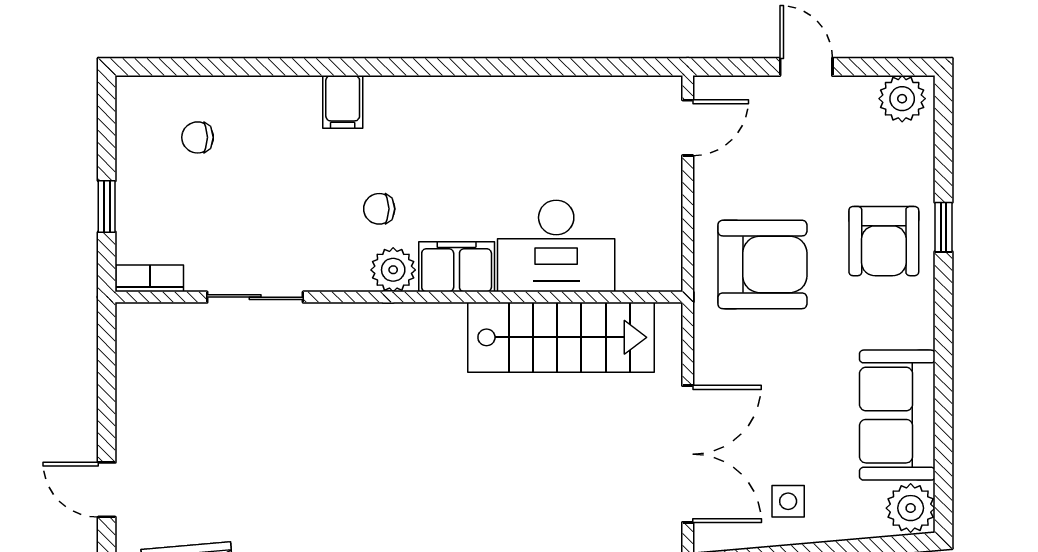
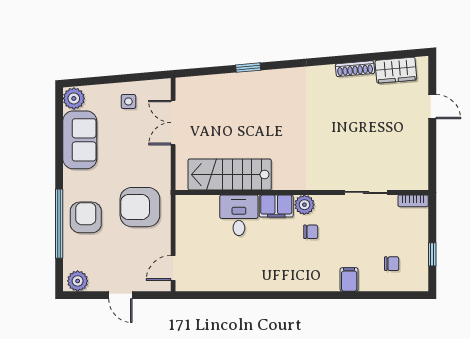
filing cabinet: (343, 102) -> (349, 279), moved
window: (107, 206) -> (432, 254), moved
window: (944, 227) -> (59, 224), width x3.17
desk: (556, 246) -> (239, 215), width x0.73
double door: (688, 454) -> (173, 123), width x0.73

